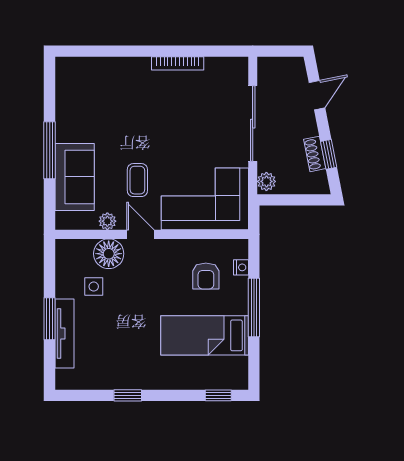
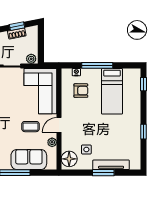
floor lamp: (109, 254) -> (69, 159), moved

